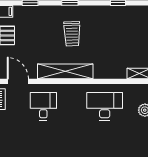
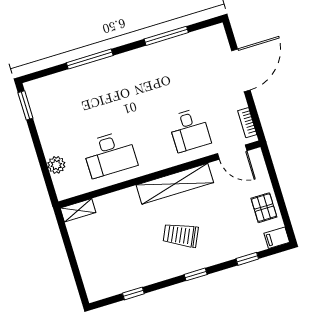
trolley: (72, 34) -> (181, 235), turned -63

